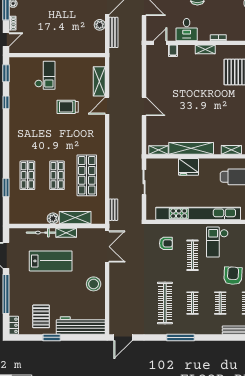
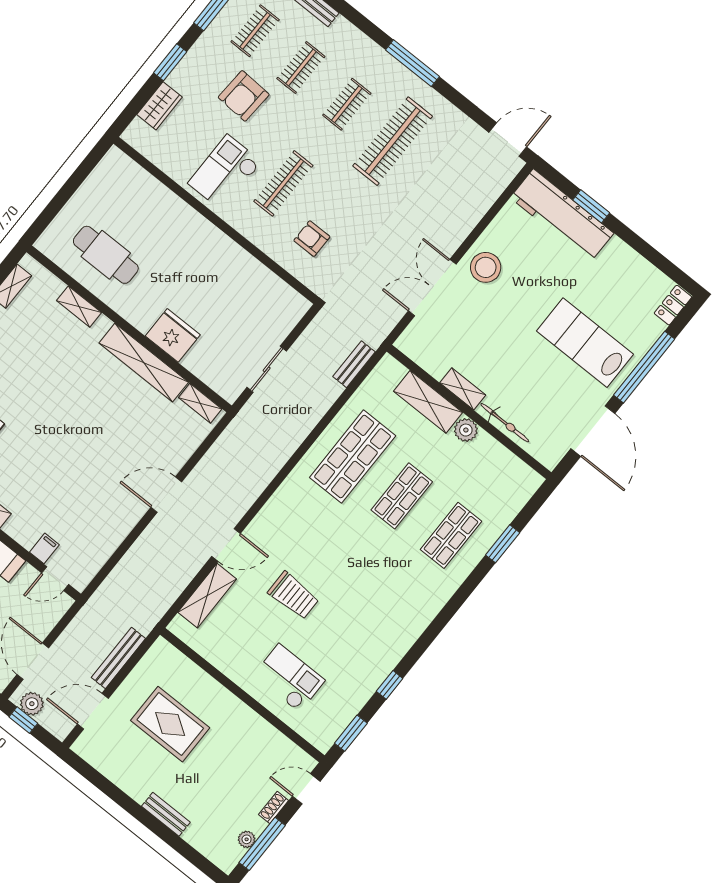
rug: (75, 23) -> (170, 724), added
plant: (100, 25) -> (131, 689), removed
checkout: (45, 75) -> (289, 678), turned 90
door: (144, 106) -> (166, 495), hinge flipped
kitchen unit: (198, 213) -> (218, 245), removed
checkout: (217, 242) -> (225, 172), turned 180
double door: (107, 247) -> (432, 288), moved
lab bench: (51, 261) -> (585, 343), moved
pallet: (41, 316) -> (616, 283), removed
window: (52, 337) -> (591, 206), moved

